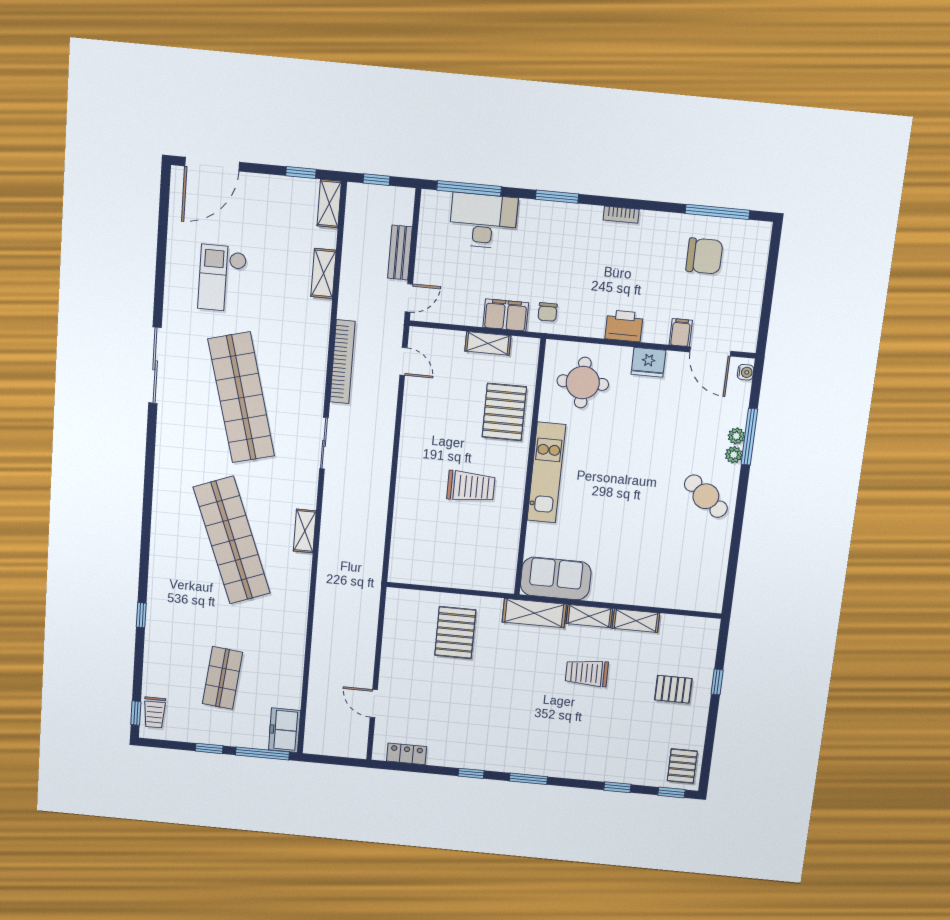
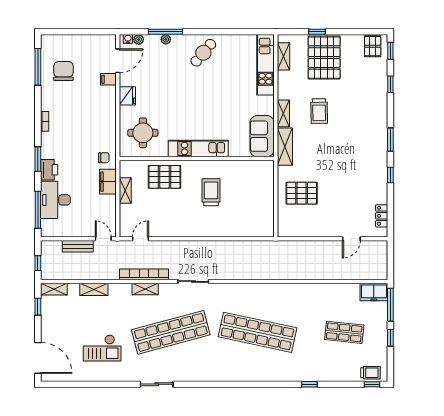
printer: (624, 326) -> (49, 170), moved, turned 180
sliding door: (155, 365) -> (157, 384), width x0.73
plant: (734, 455) -> (139, 40), moved
shelving: (305, 531) -> (145, 289), moved
shop shelf: (232, 540) -> (257, 332), turned 33
kitchen unit: (673, 595) -> (265, 65), added
shelving: (636, 621) -> (283, 56), moved
pallet: (673, 689) -> (324, 58), width x2.05, depth x2.00
pallet: (682, 766) -> (373, 46), turned 90

